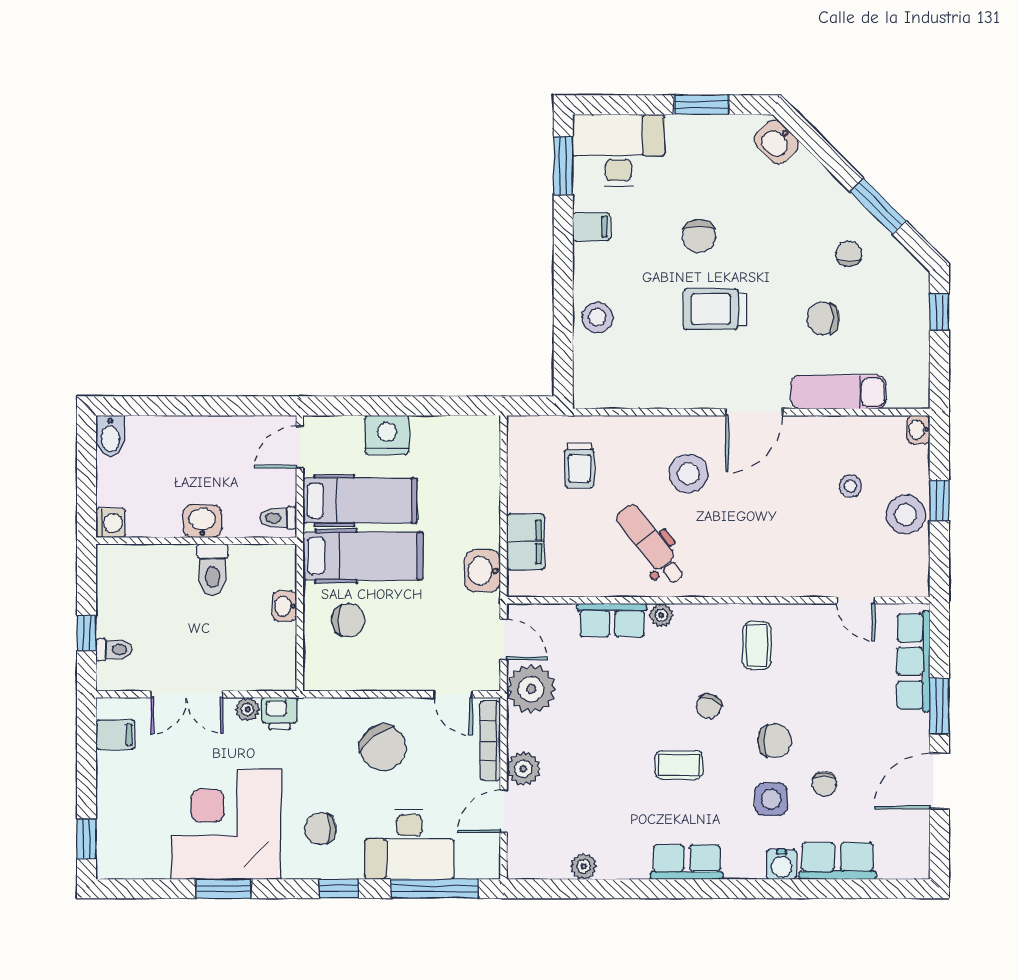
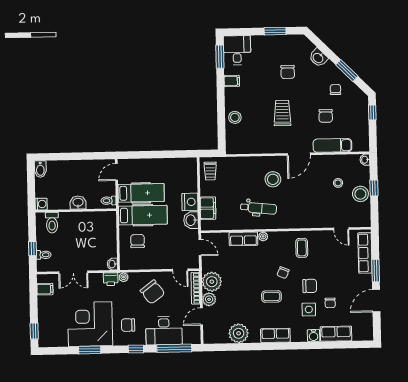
washbasin: (776, 142) -> (318, 58), moved
desk: (618, 150) -> (237, 50), width x0.73
chair: (699, 236) -> (288, 72), moved
trolley: (715, 309) -> (282, 113), turned 90
chair: (823, 318) -> (326, 116), turned -90
nightstand: (387, 435) -> (190, 202), moved, turned 90
trolley: (579, 465) -> (210, 171), moved
dental chair: (651, 544) -> (258, 208), turned 134
toilet: (213, 570) -> (52, 223), moved
washbasin: (284, 606) -> (112, 264), moved
chair: (348, 620) -> (137, 241), turned -90
plant: (531, 689) -> (212, 282), moved
plant: (247, 709) -> (124, 277), moved
plant: (584, 866) -> (239, 333), width x1.88, depth x1.88

